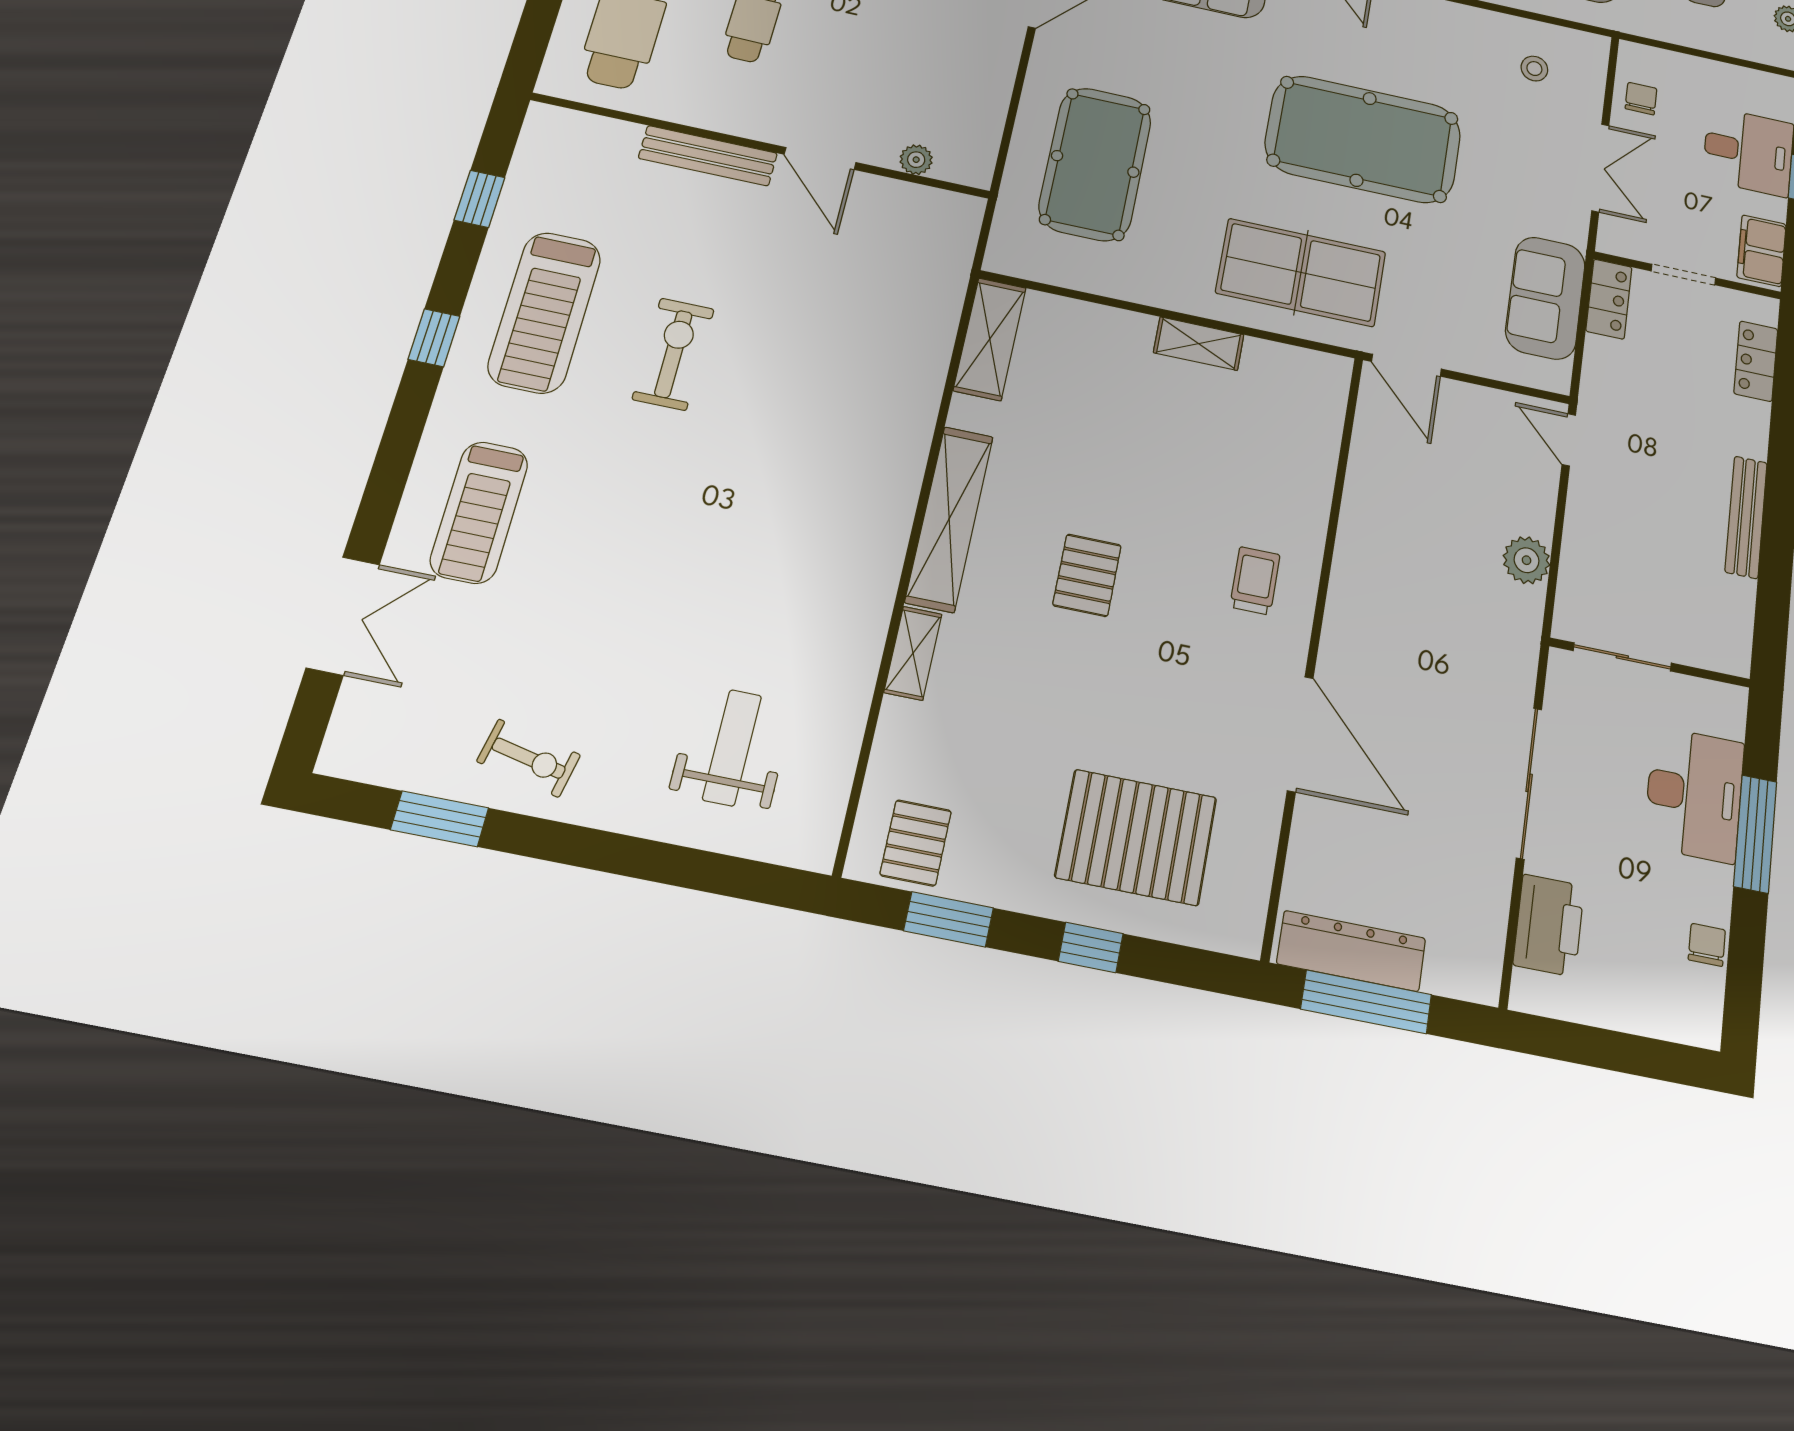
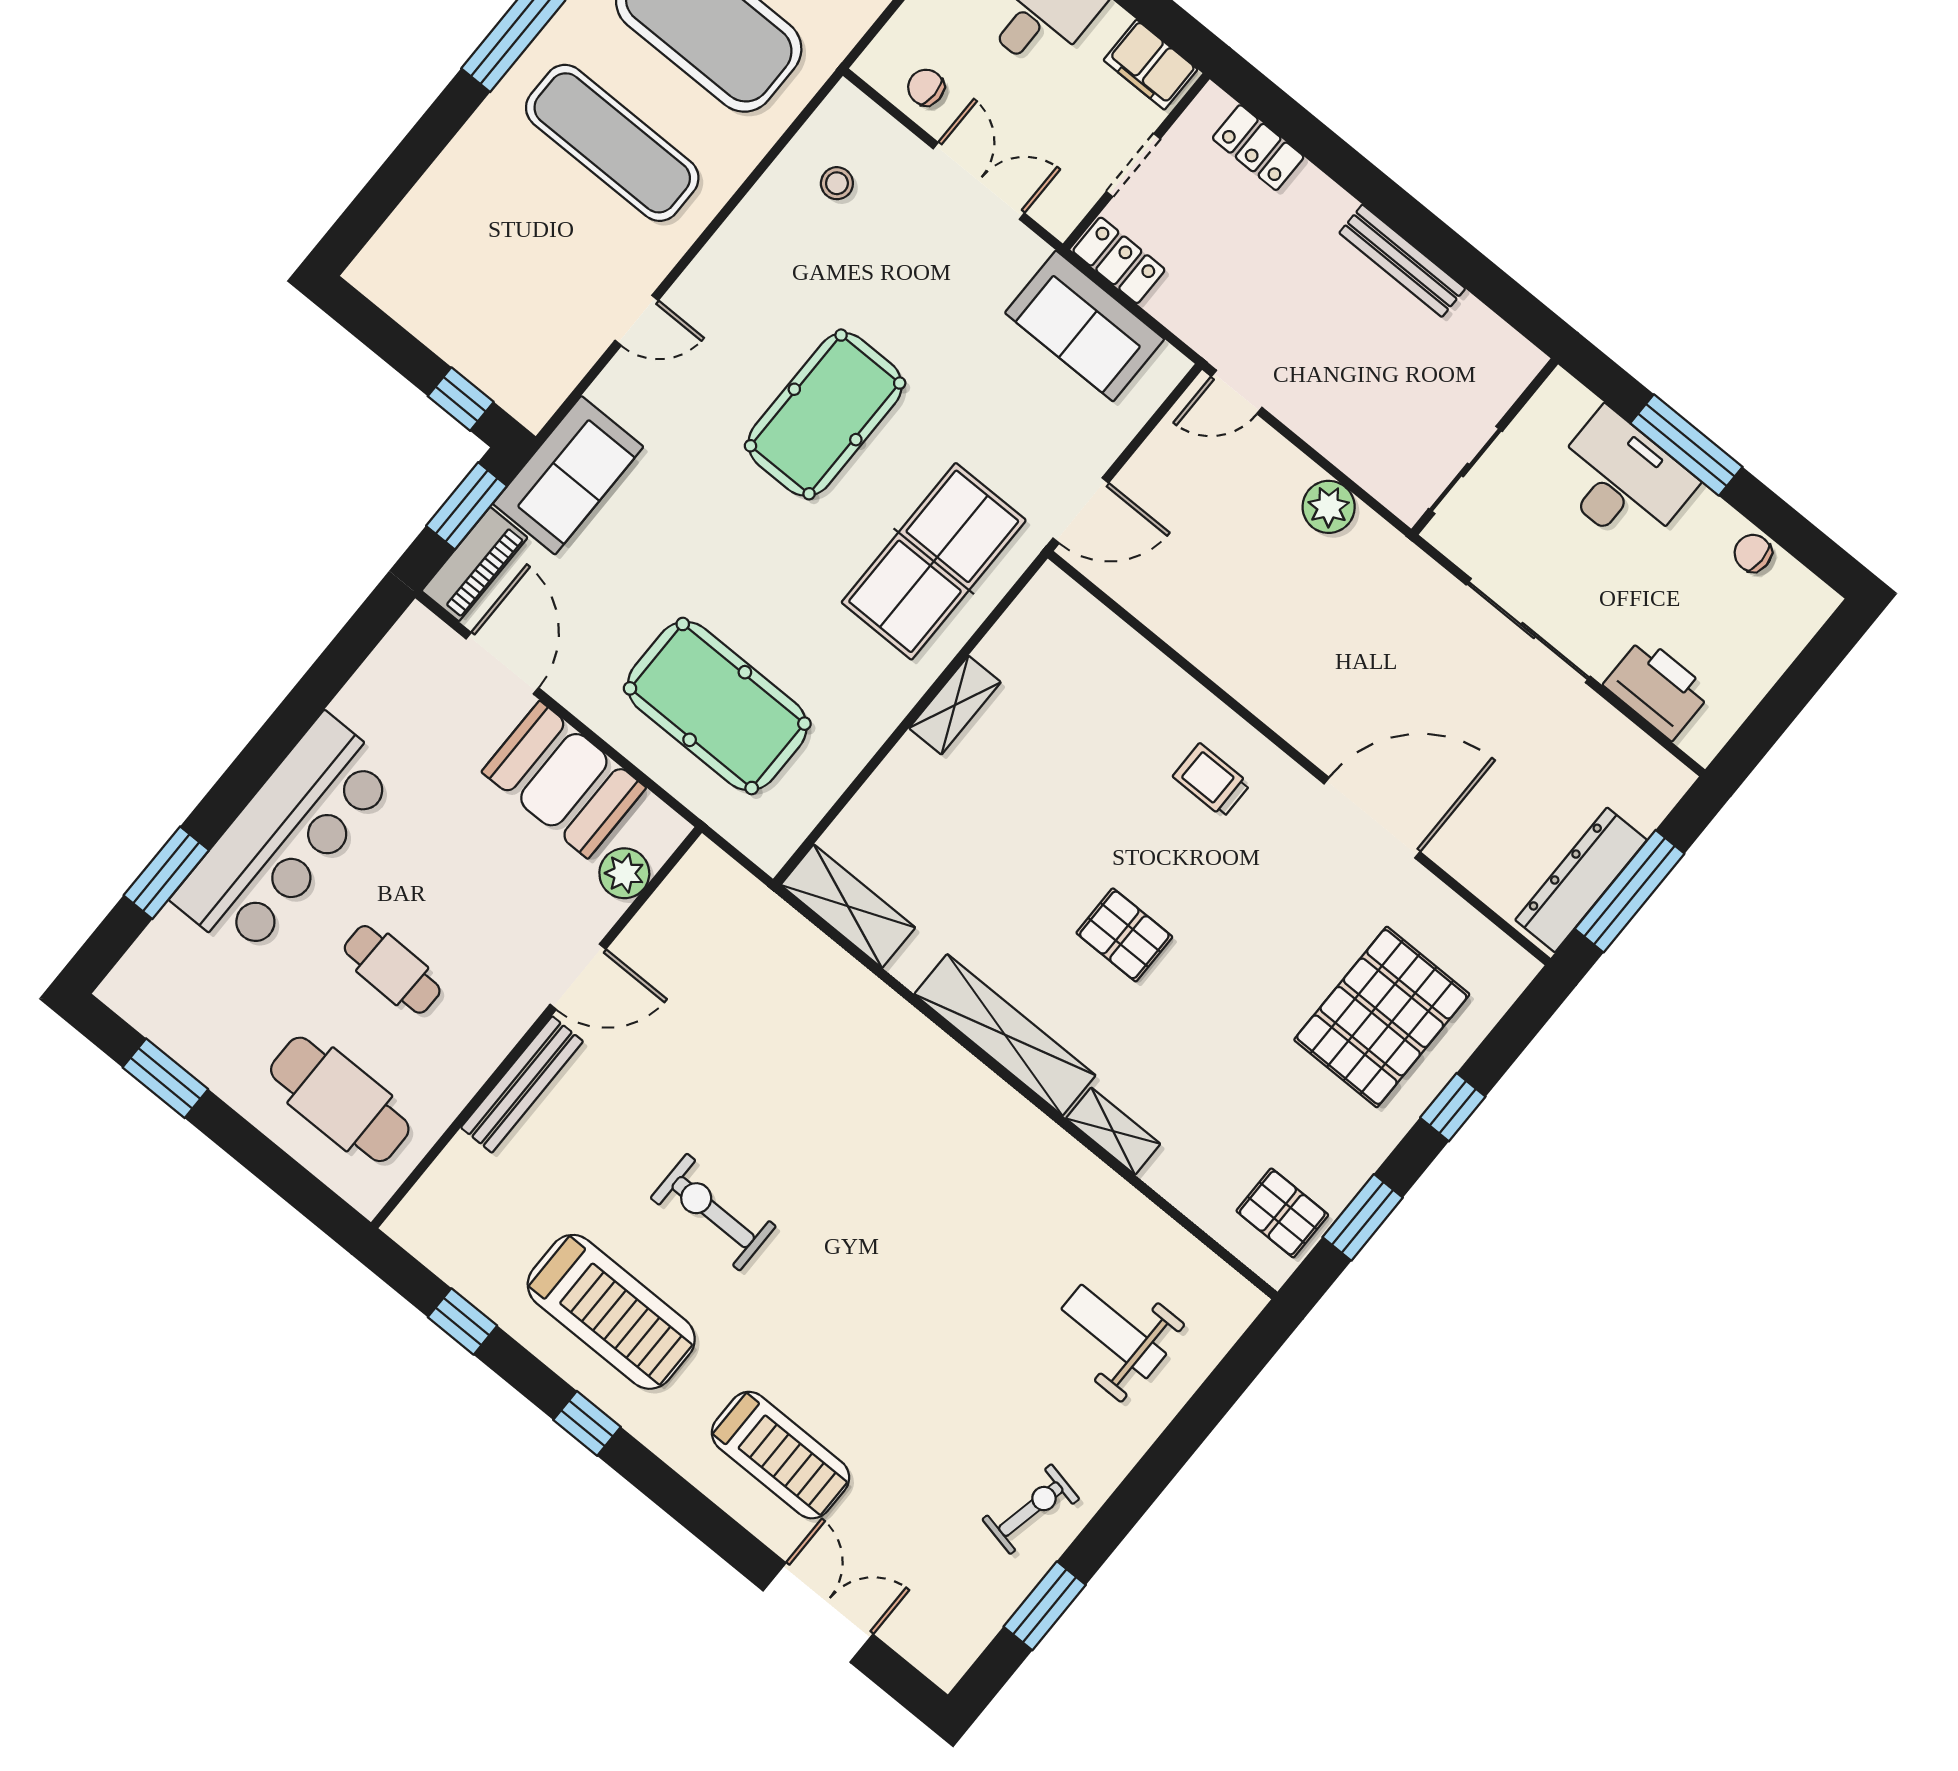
booth: (974, 78) -> (564, 780), added
pool table: (1363, 139) -> (825, 414), width x0.73, depth x0.76
plant: (916, 160) -> (624, 873), width x1.38, depth x1.38

